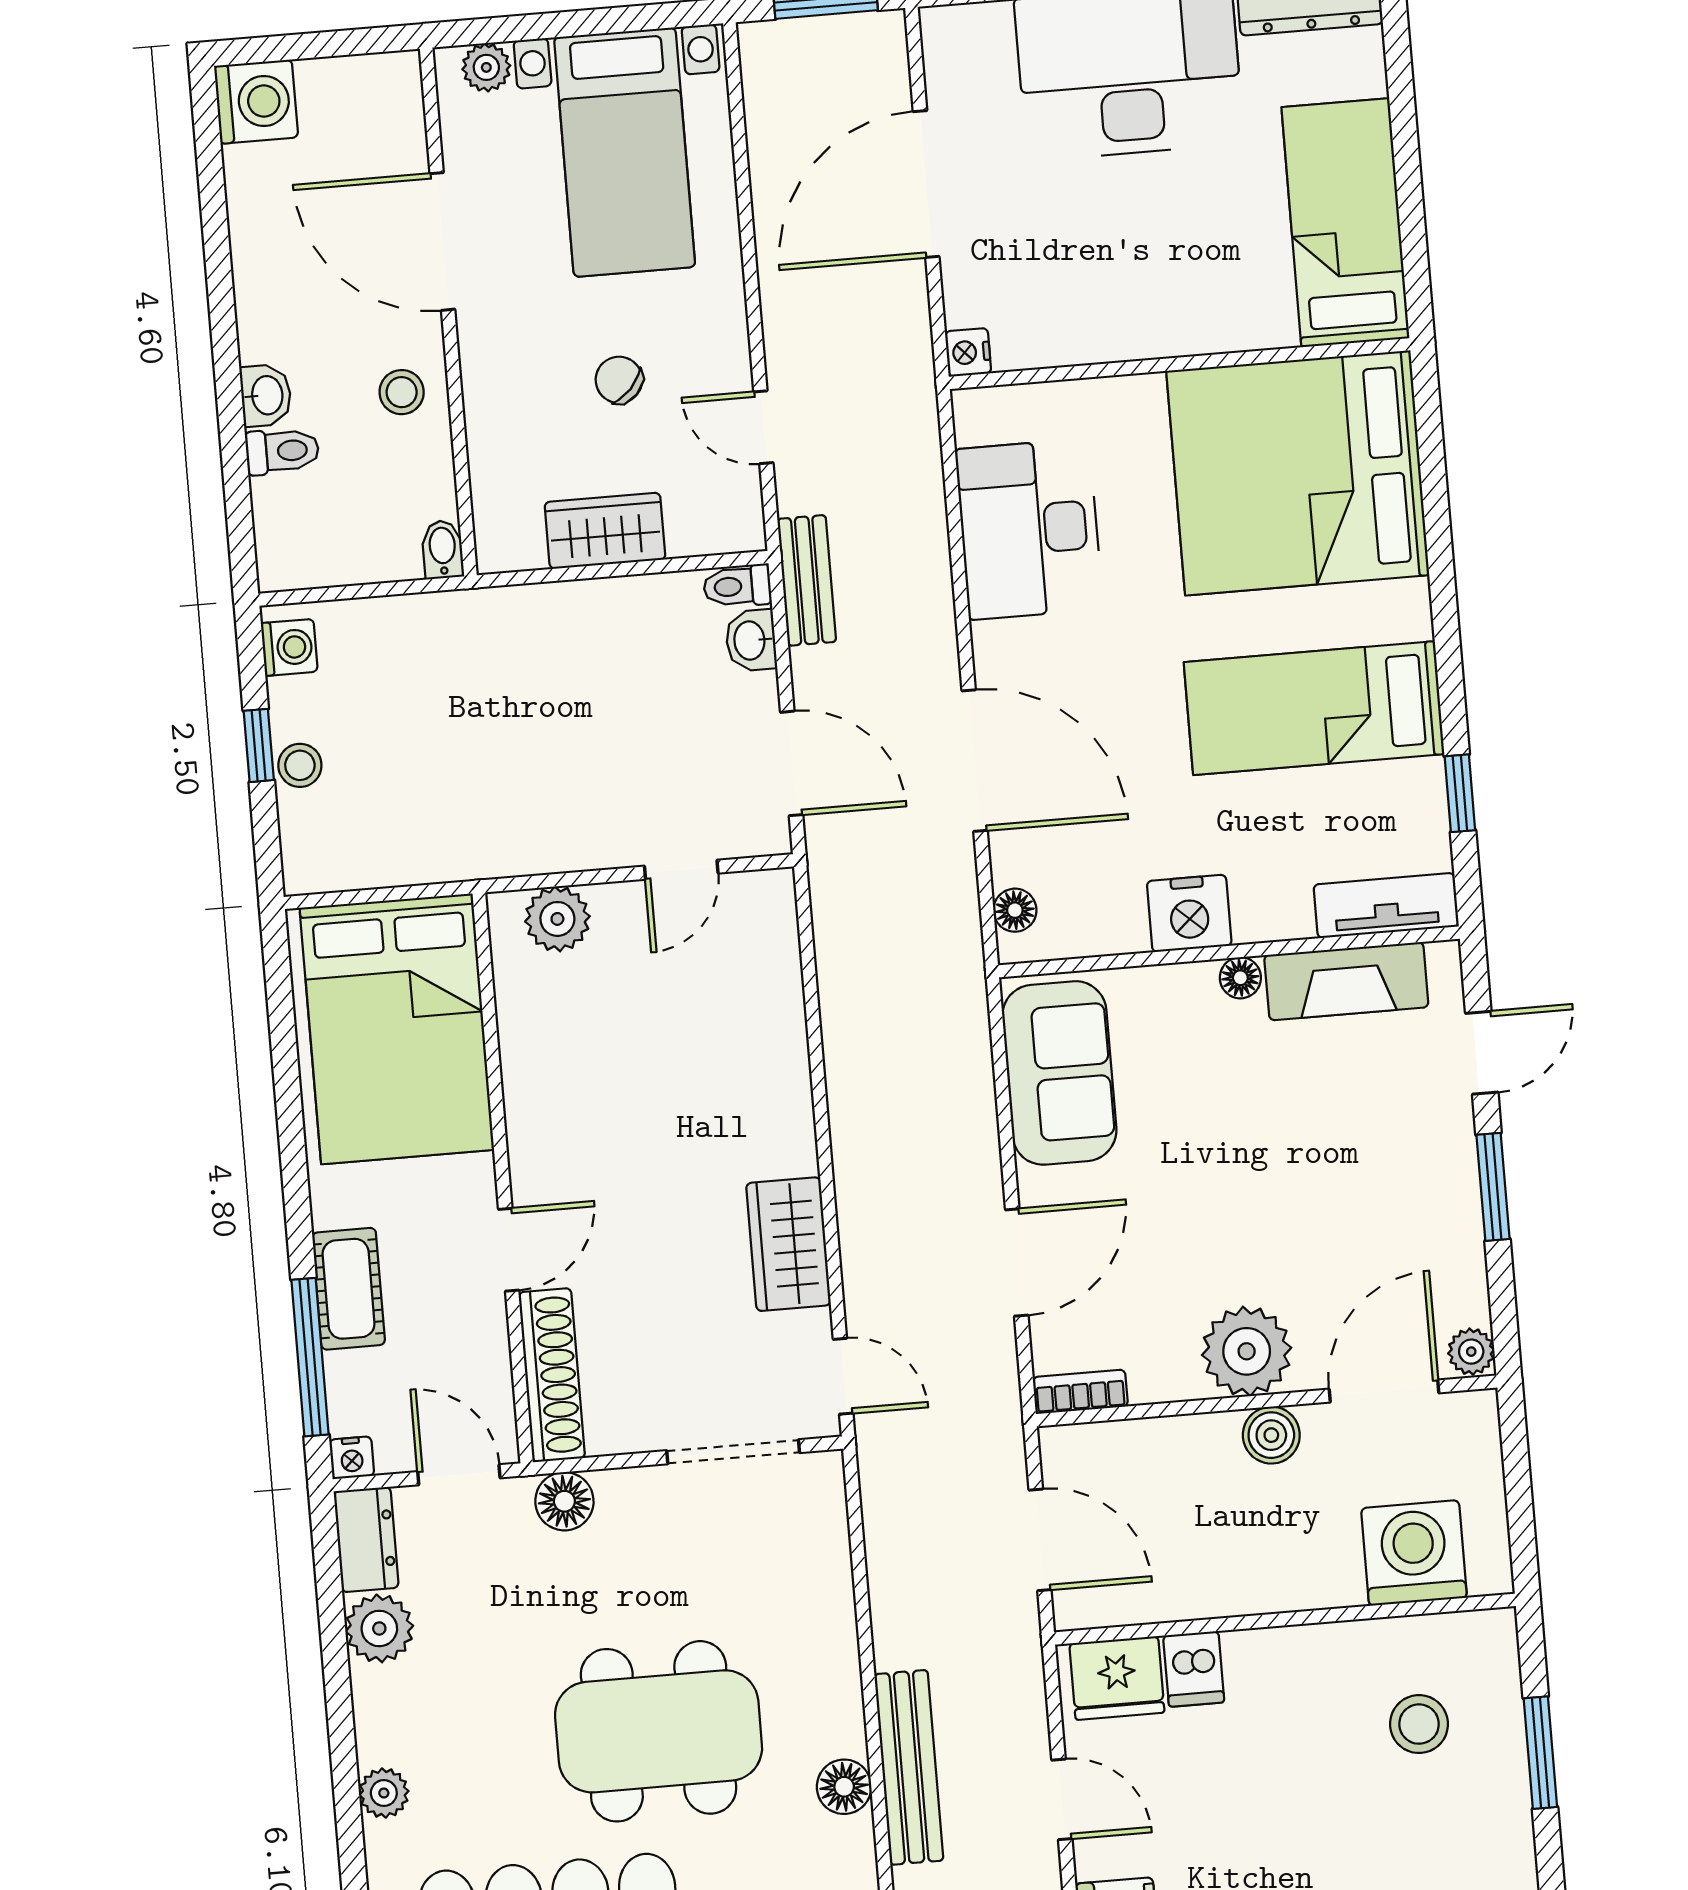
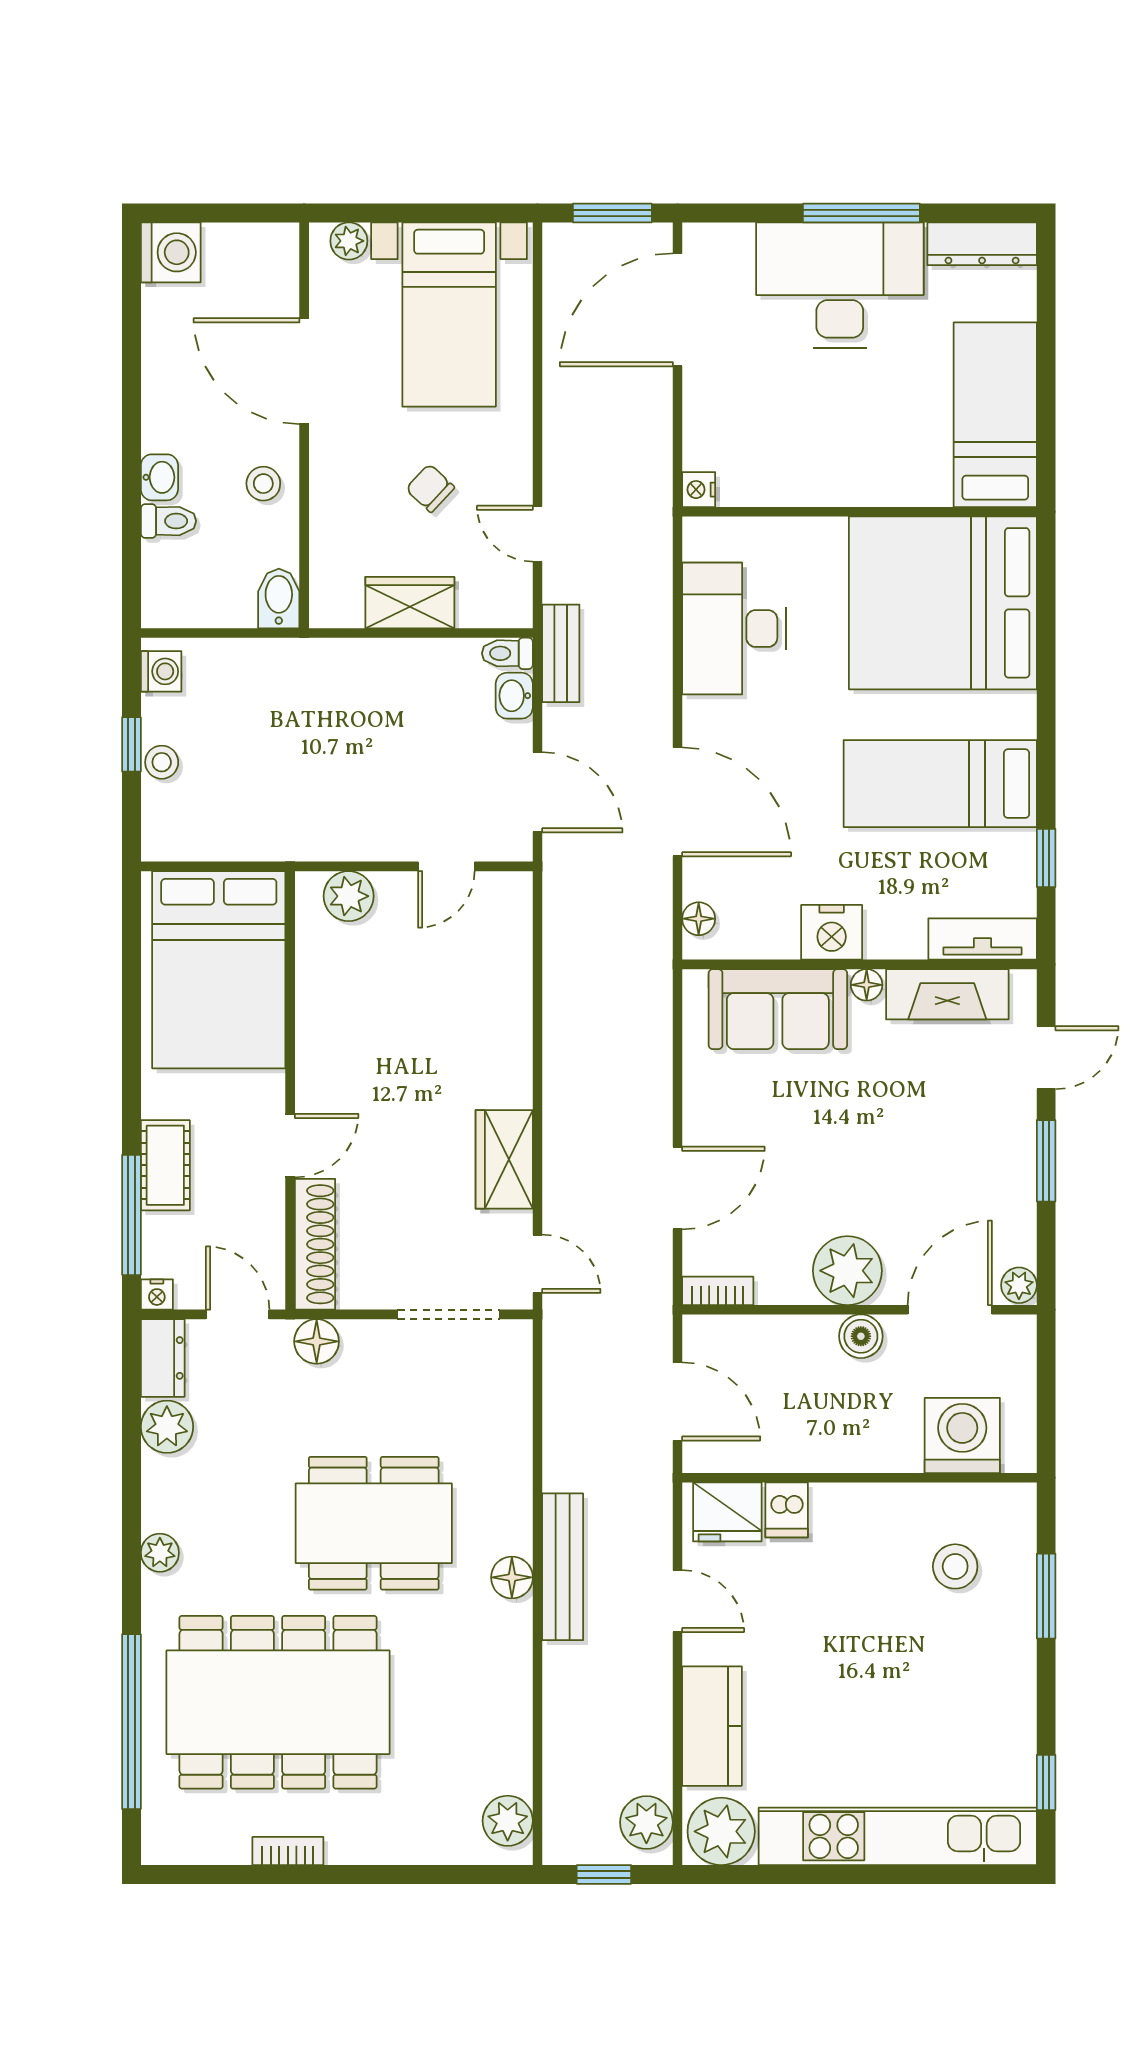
door: (926, 184) -> (677, 310), moved
bidet: (443, 549) -> (279, 598), width x1.38, depth x1.36
sofa: (1059, 1073) -> (778, 1009), moved, turned 90

